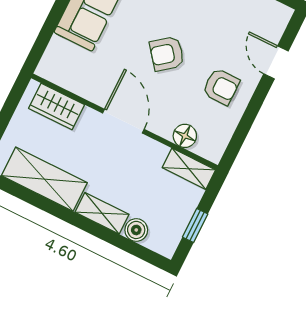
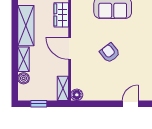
armchair: (221, 87) -> (107, 84), removed
door: (123, 121) -> (70, 48), swing flipped
floor lamp: (185, 136) -> (77, 95), moved

